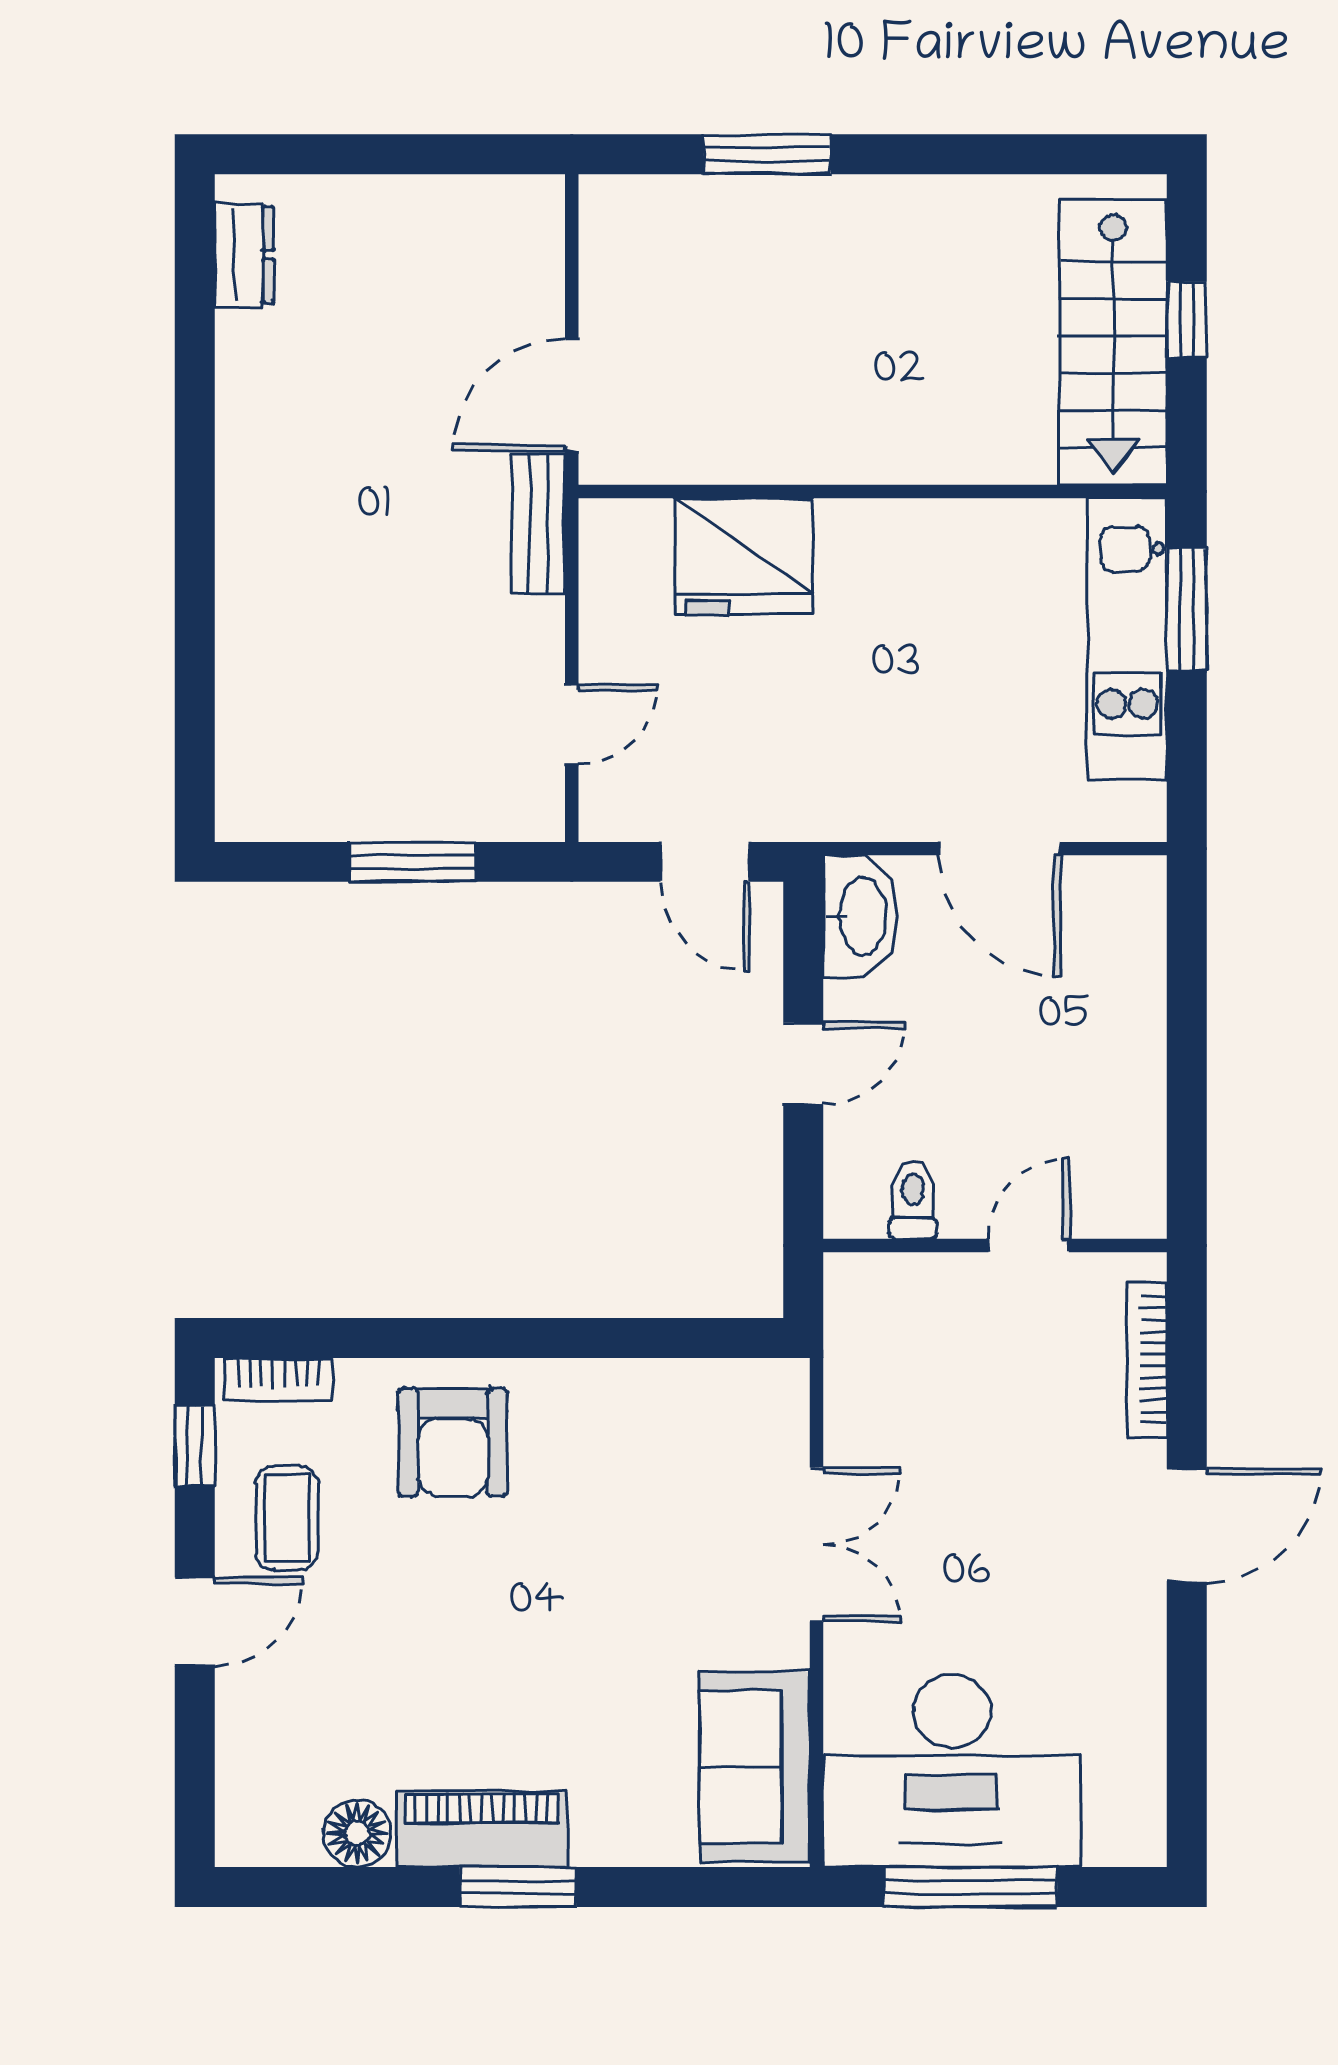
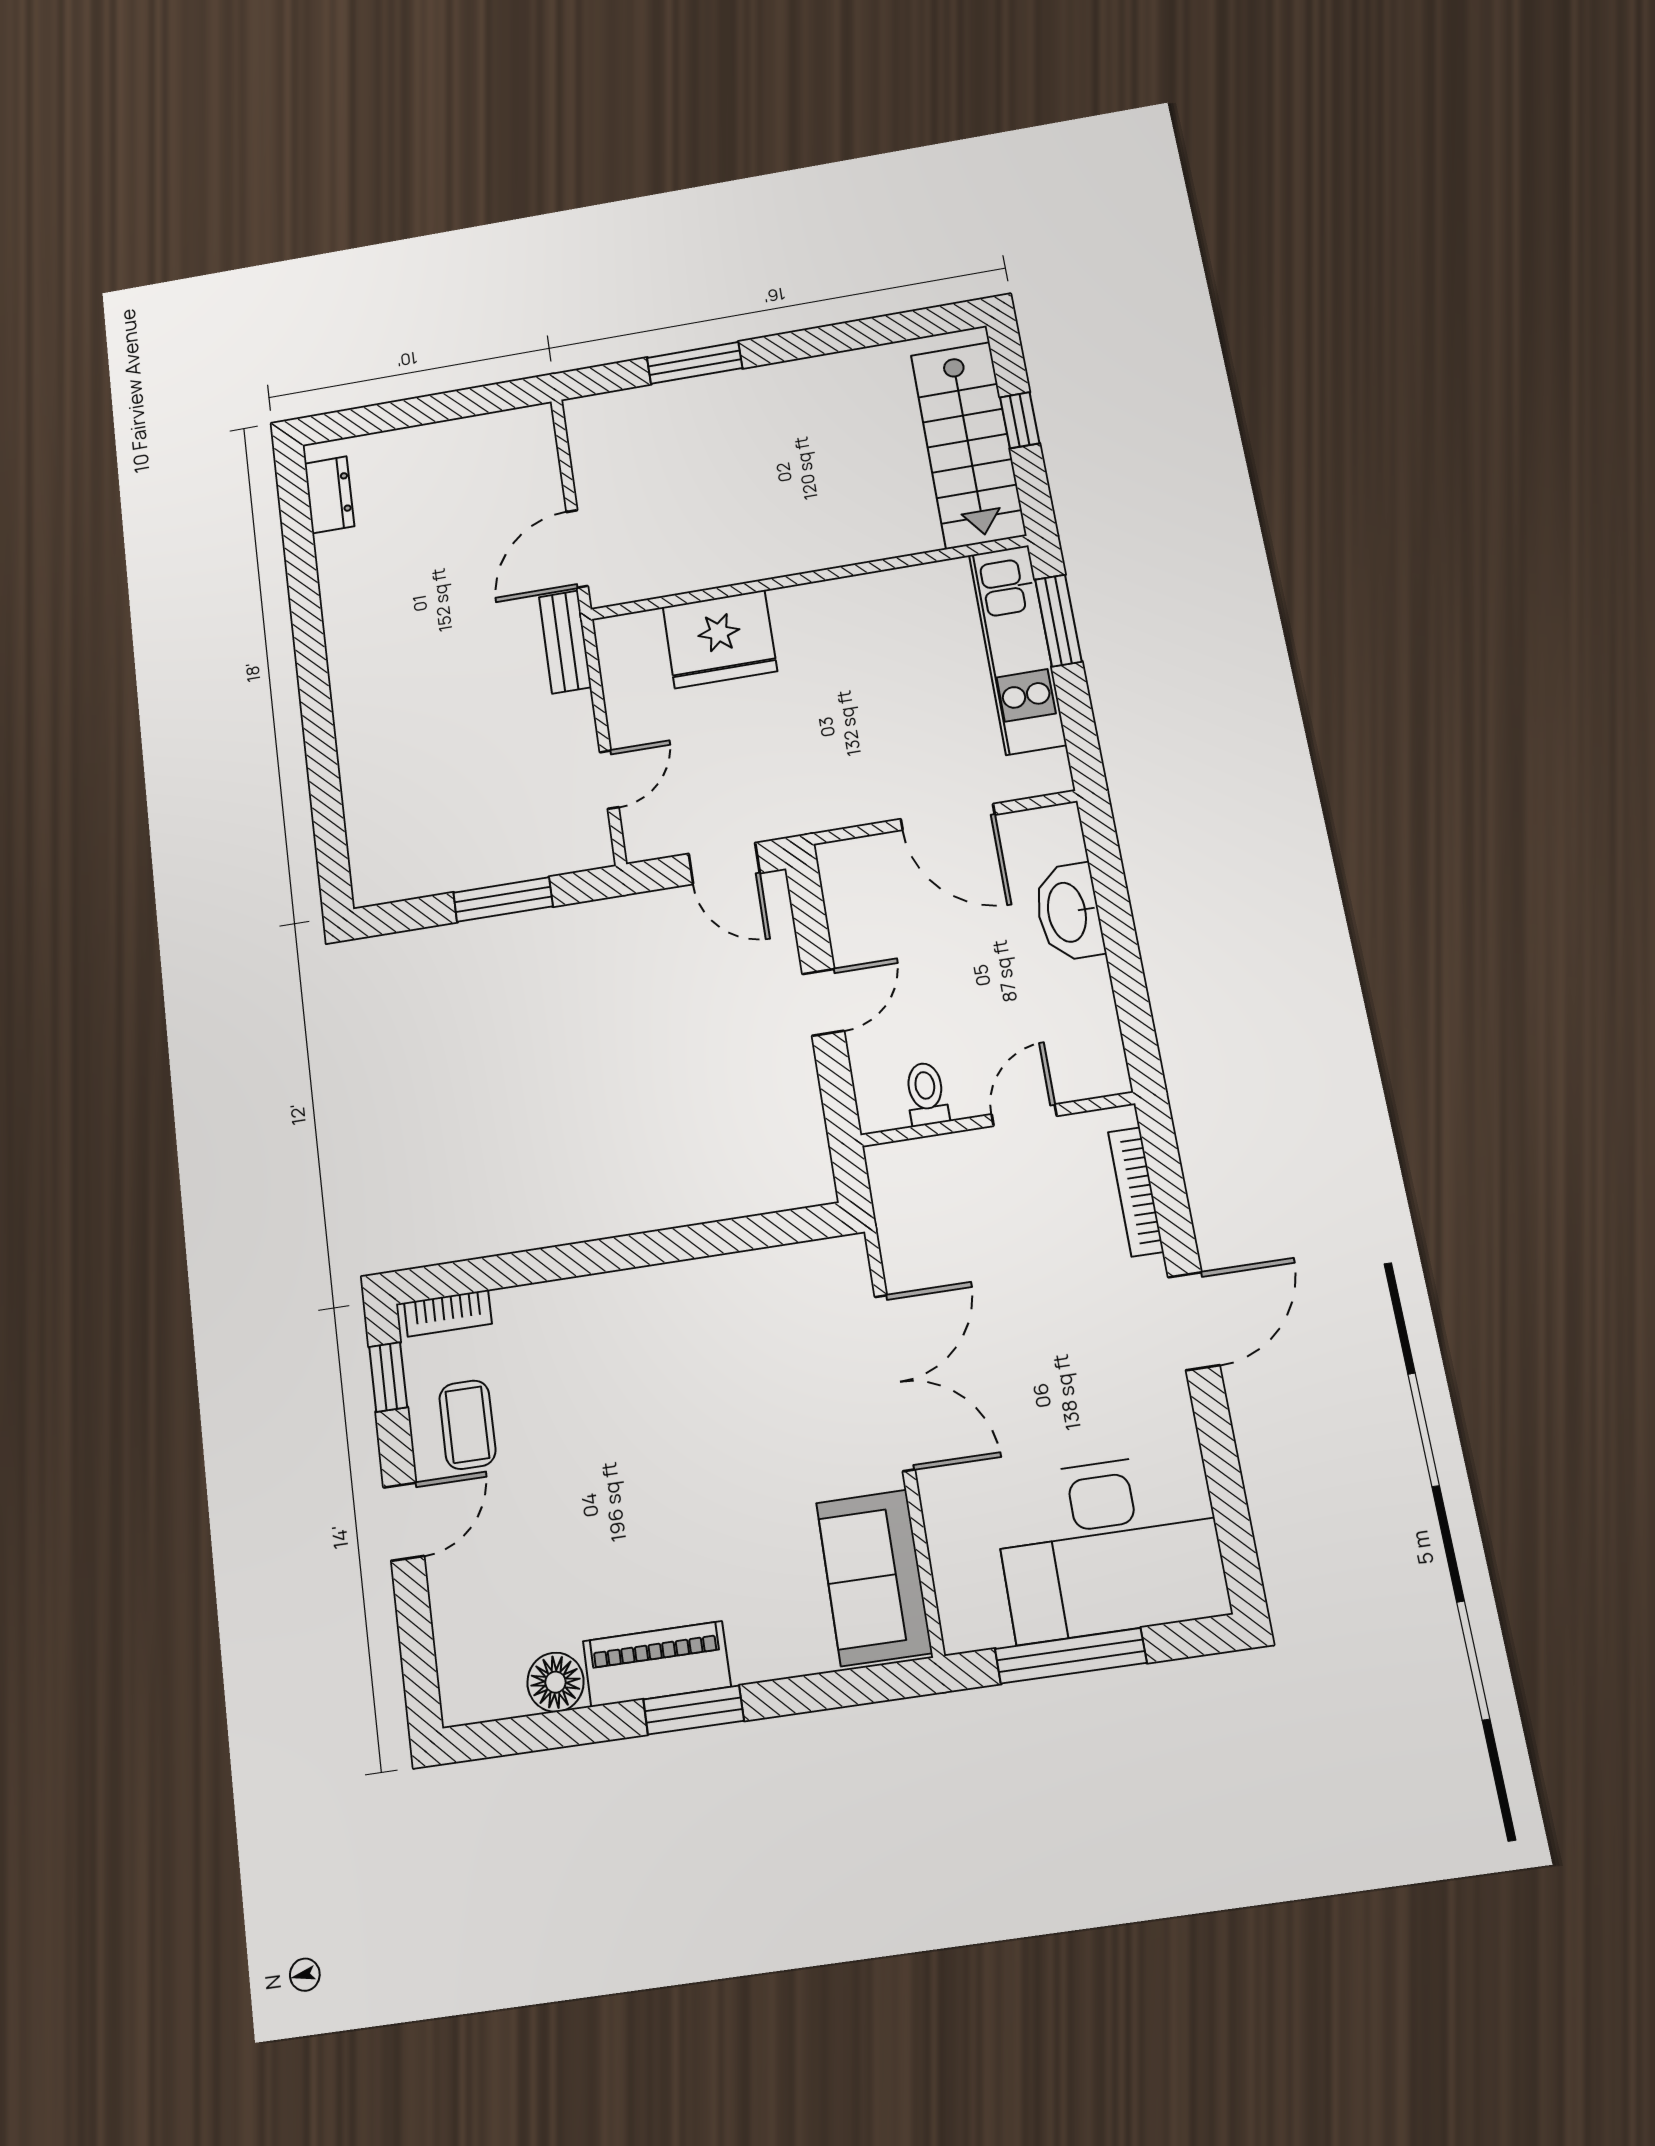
washbasin: (860, 916) -> (1069, 912), moved, turned 180
armchair: (453, 1442) -> (591, 1343), removed
double door: (816, 1545) -> (895, 1382), width x1.37
desk: (952, 1771) -> (1110, 1546), moved

